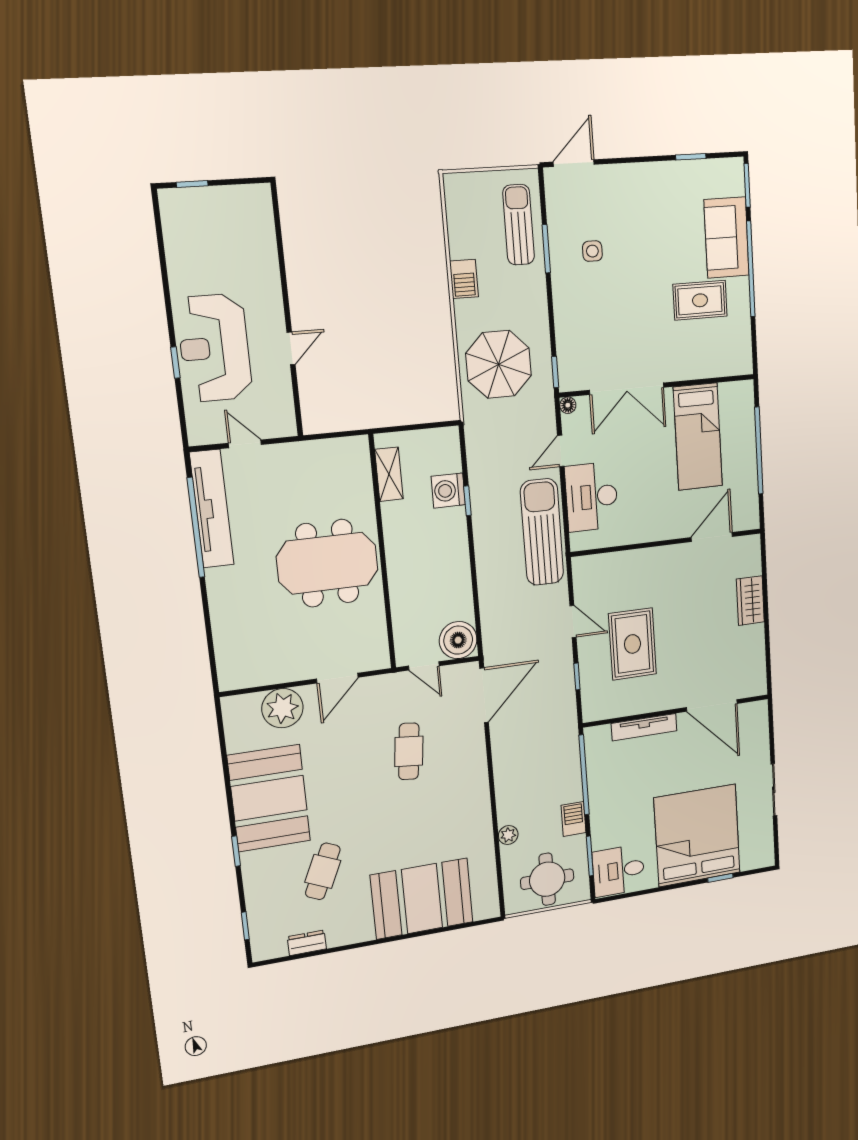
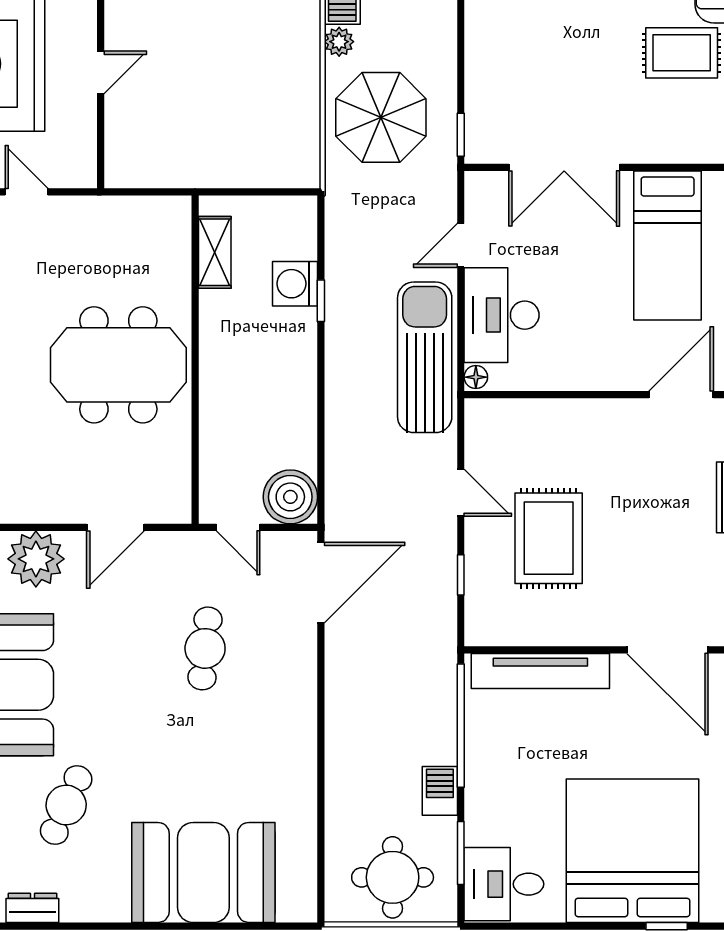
floor lamp: (568, 405) -> (476, 377), moved
tv unit: (644, 727) -> (540, 671), width x1.36, depth x1.29
plant: (508, 835) -> (339, 42), moved

